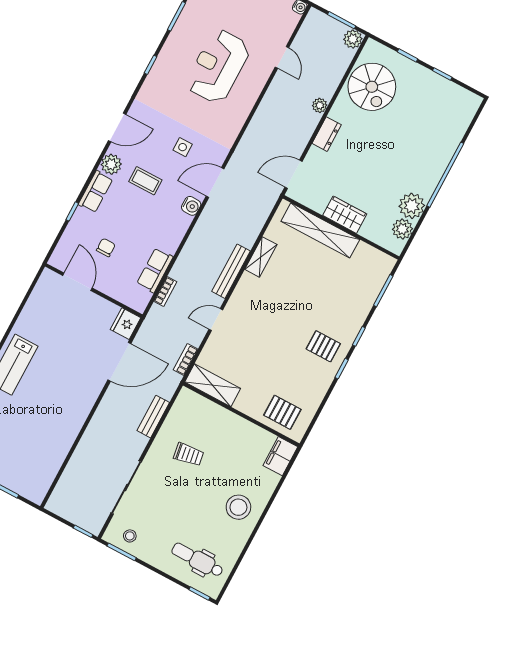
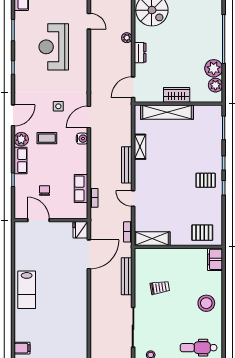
door: (216, 320) -> (133, 198), hinge flipped
bench: (153, 417) -> (127, 276), width x1.36

